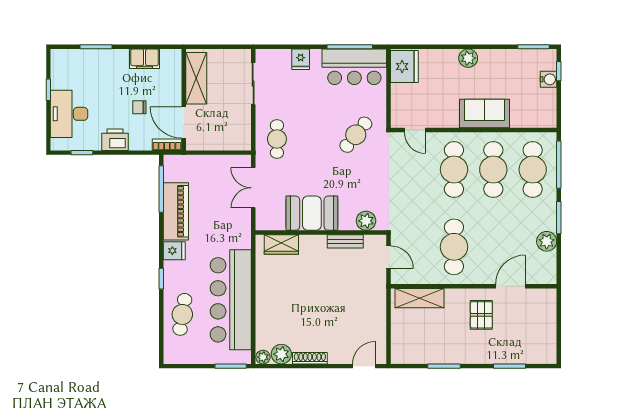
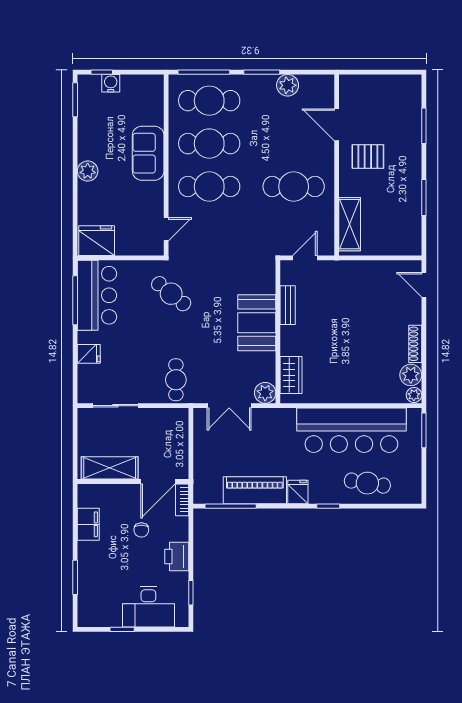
cafe table: (277, 139) -> (176, 380), turned 90
booth: (312, 213) -> (257, 323), moved
plant: (366, 221) -> (265, 393), moved

